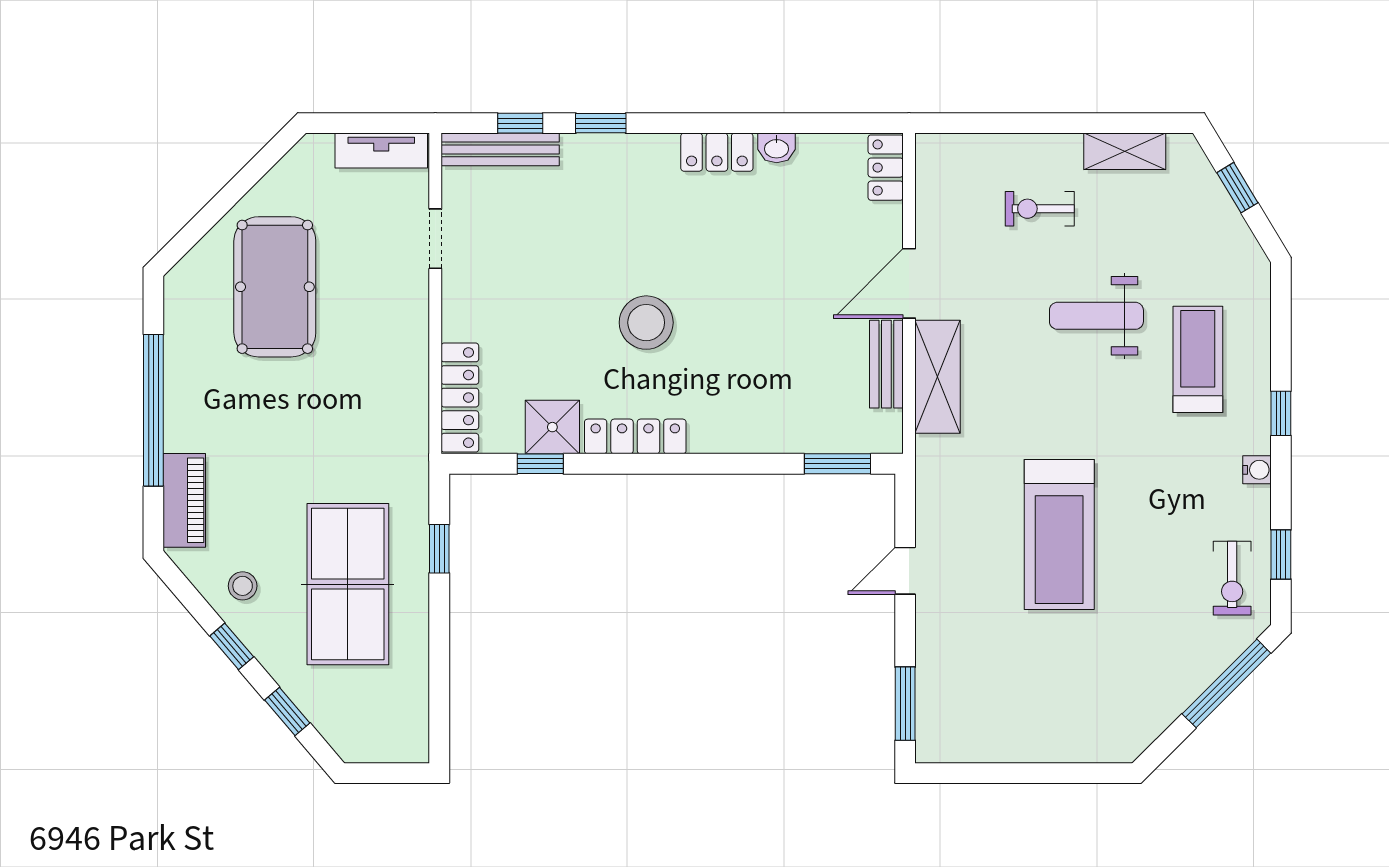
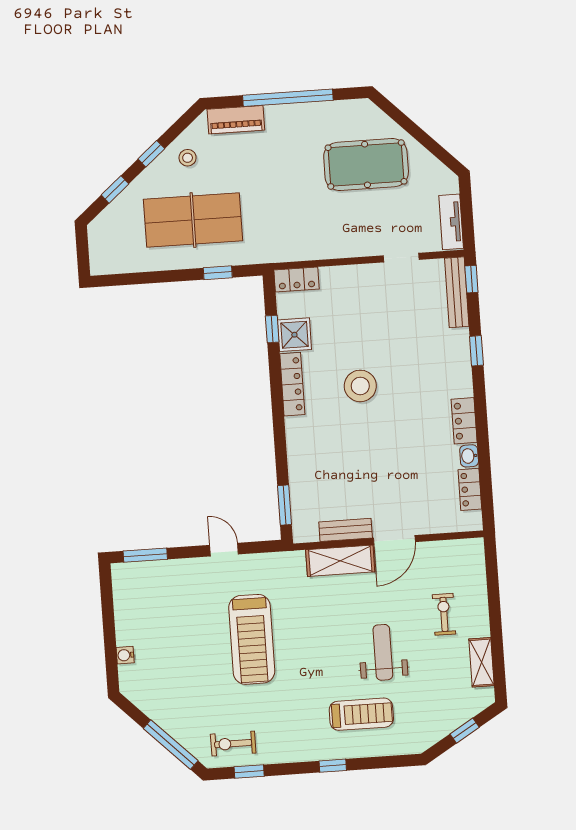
window: (520, 123) -> (471, 279), moved
locker: (886, 168) -> (470, 489), moved, turned -90
door: (909, 283) -> (394, 540), swing flipped
locker: (460, 398) -> (297, 279), width x0.66
water cooler: (1257, 470) -> (125, 655), moved, turned 90
treadmill: (1059, 535) -> (252, 639), turned -90

